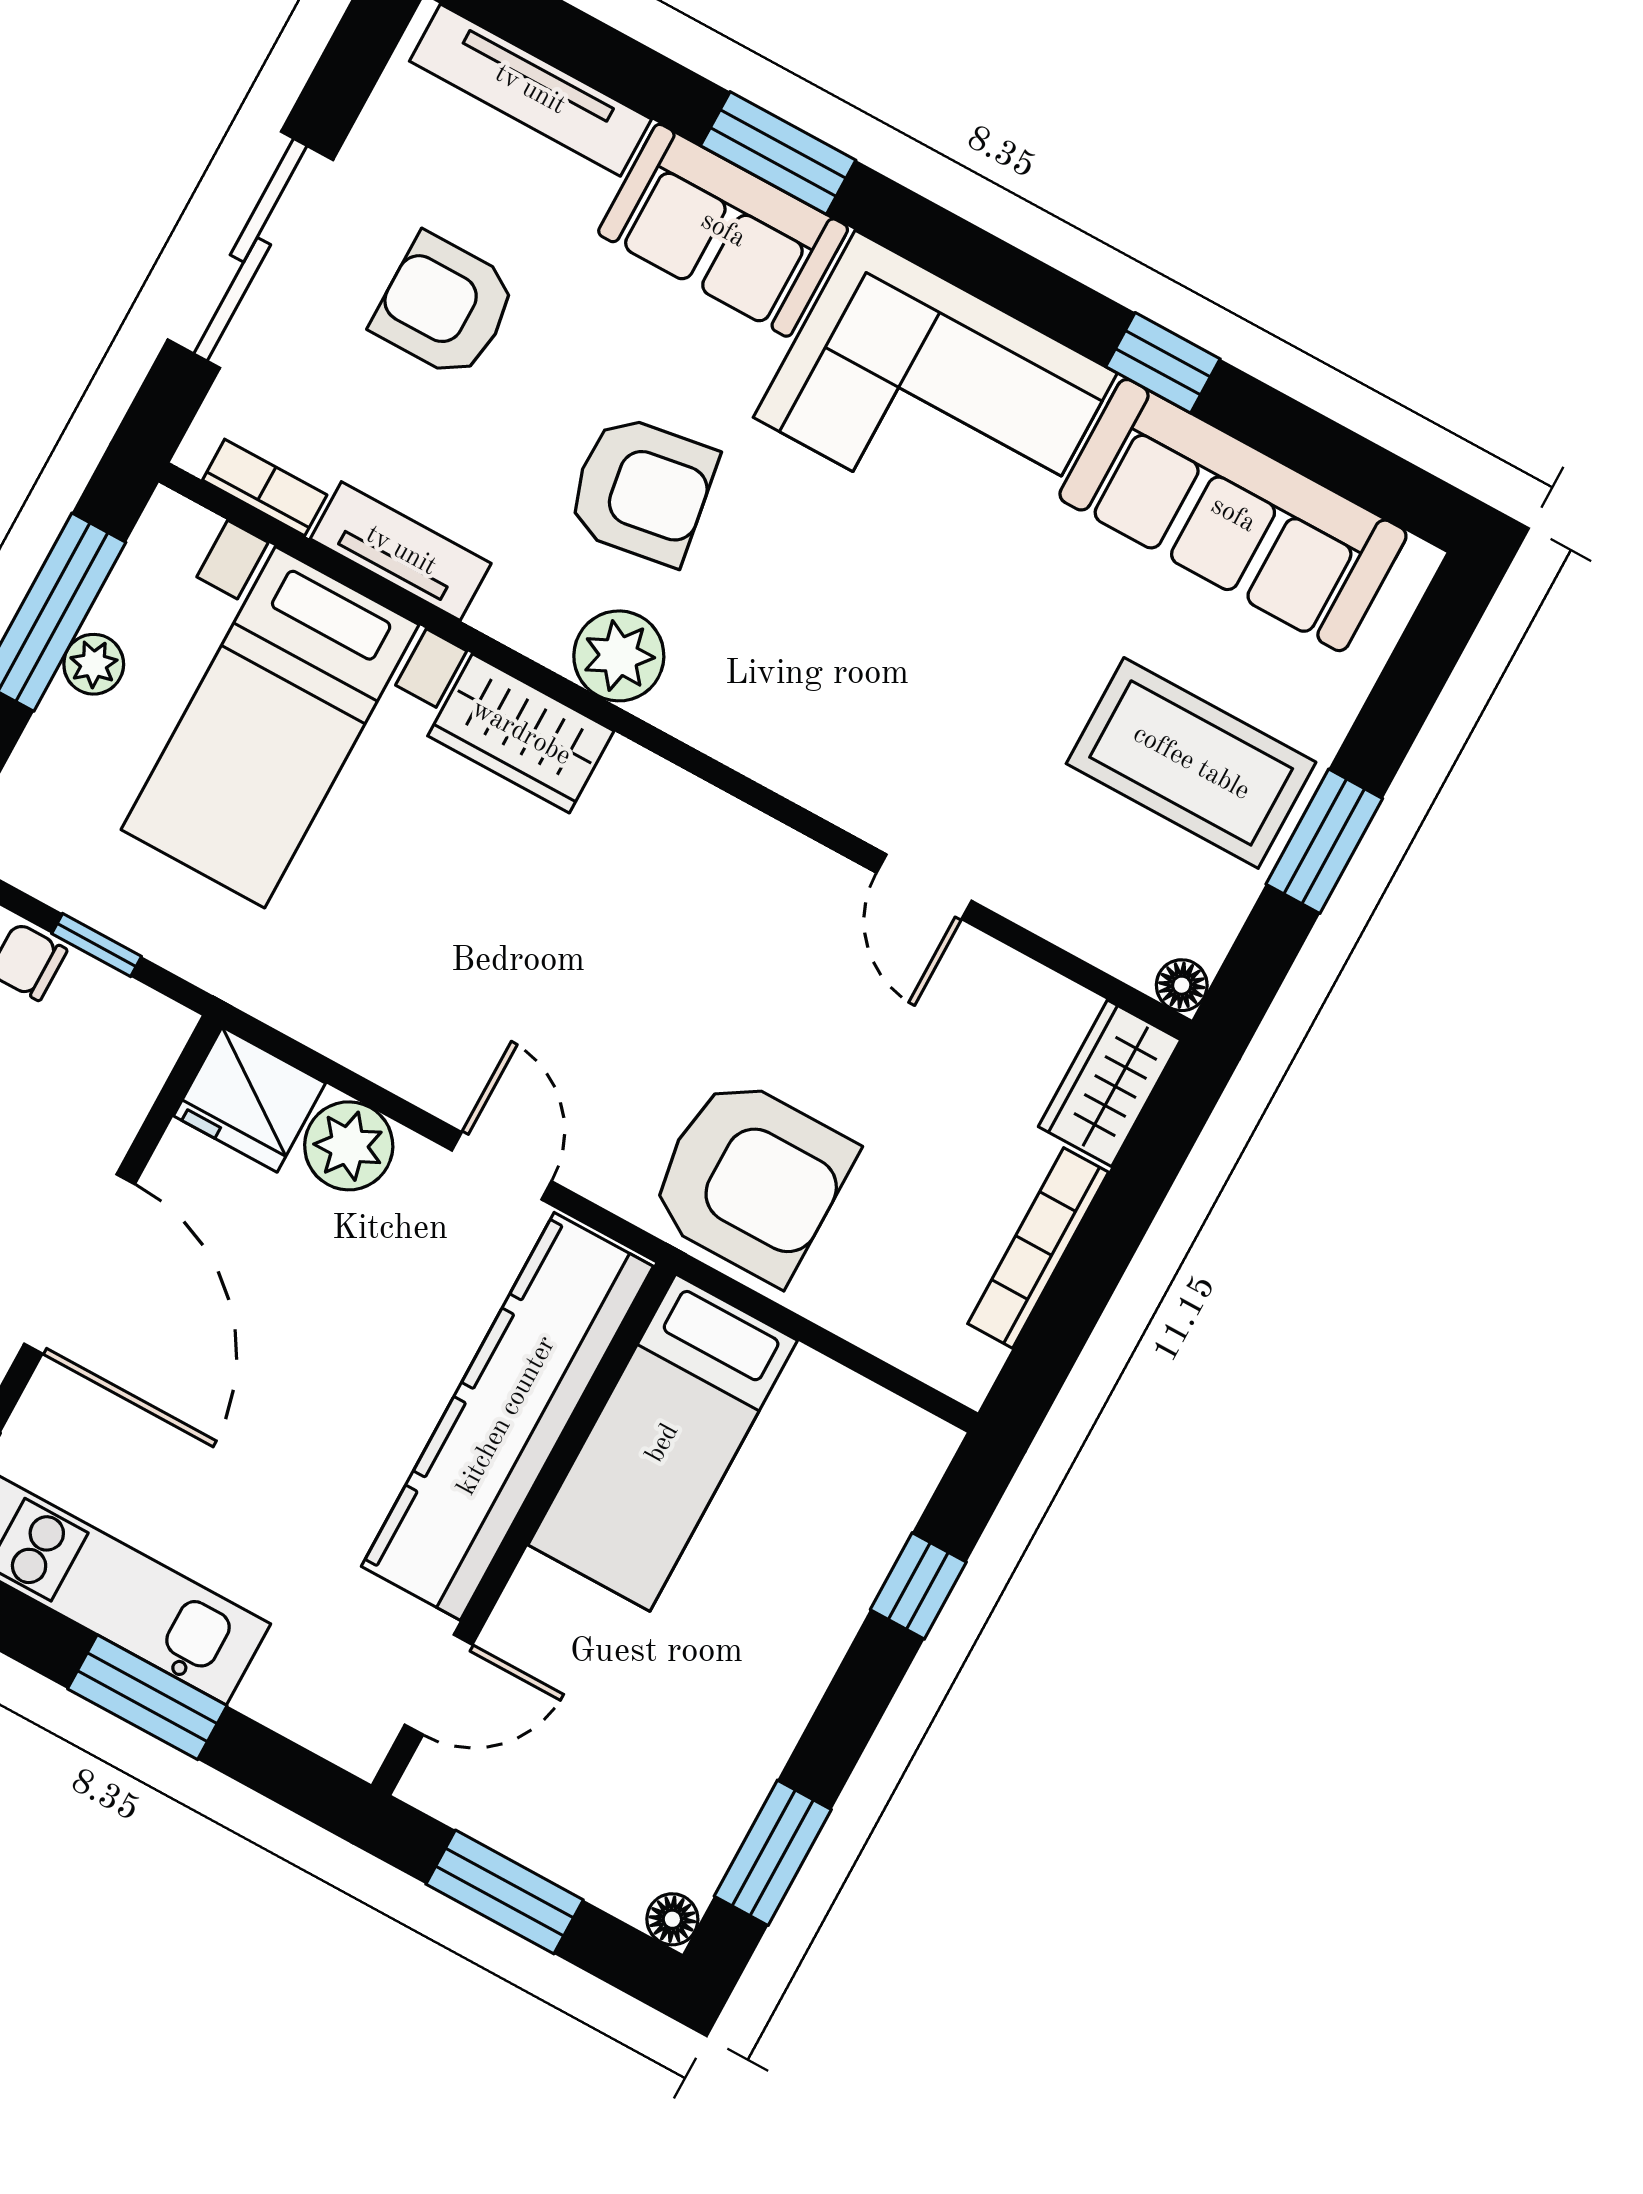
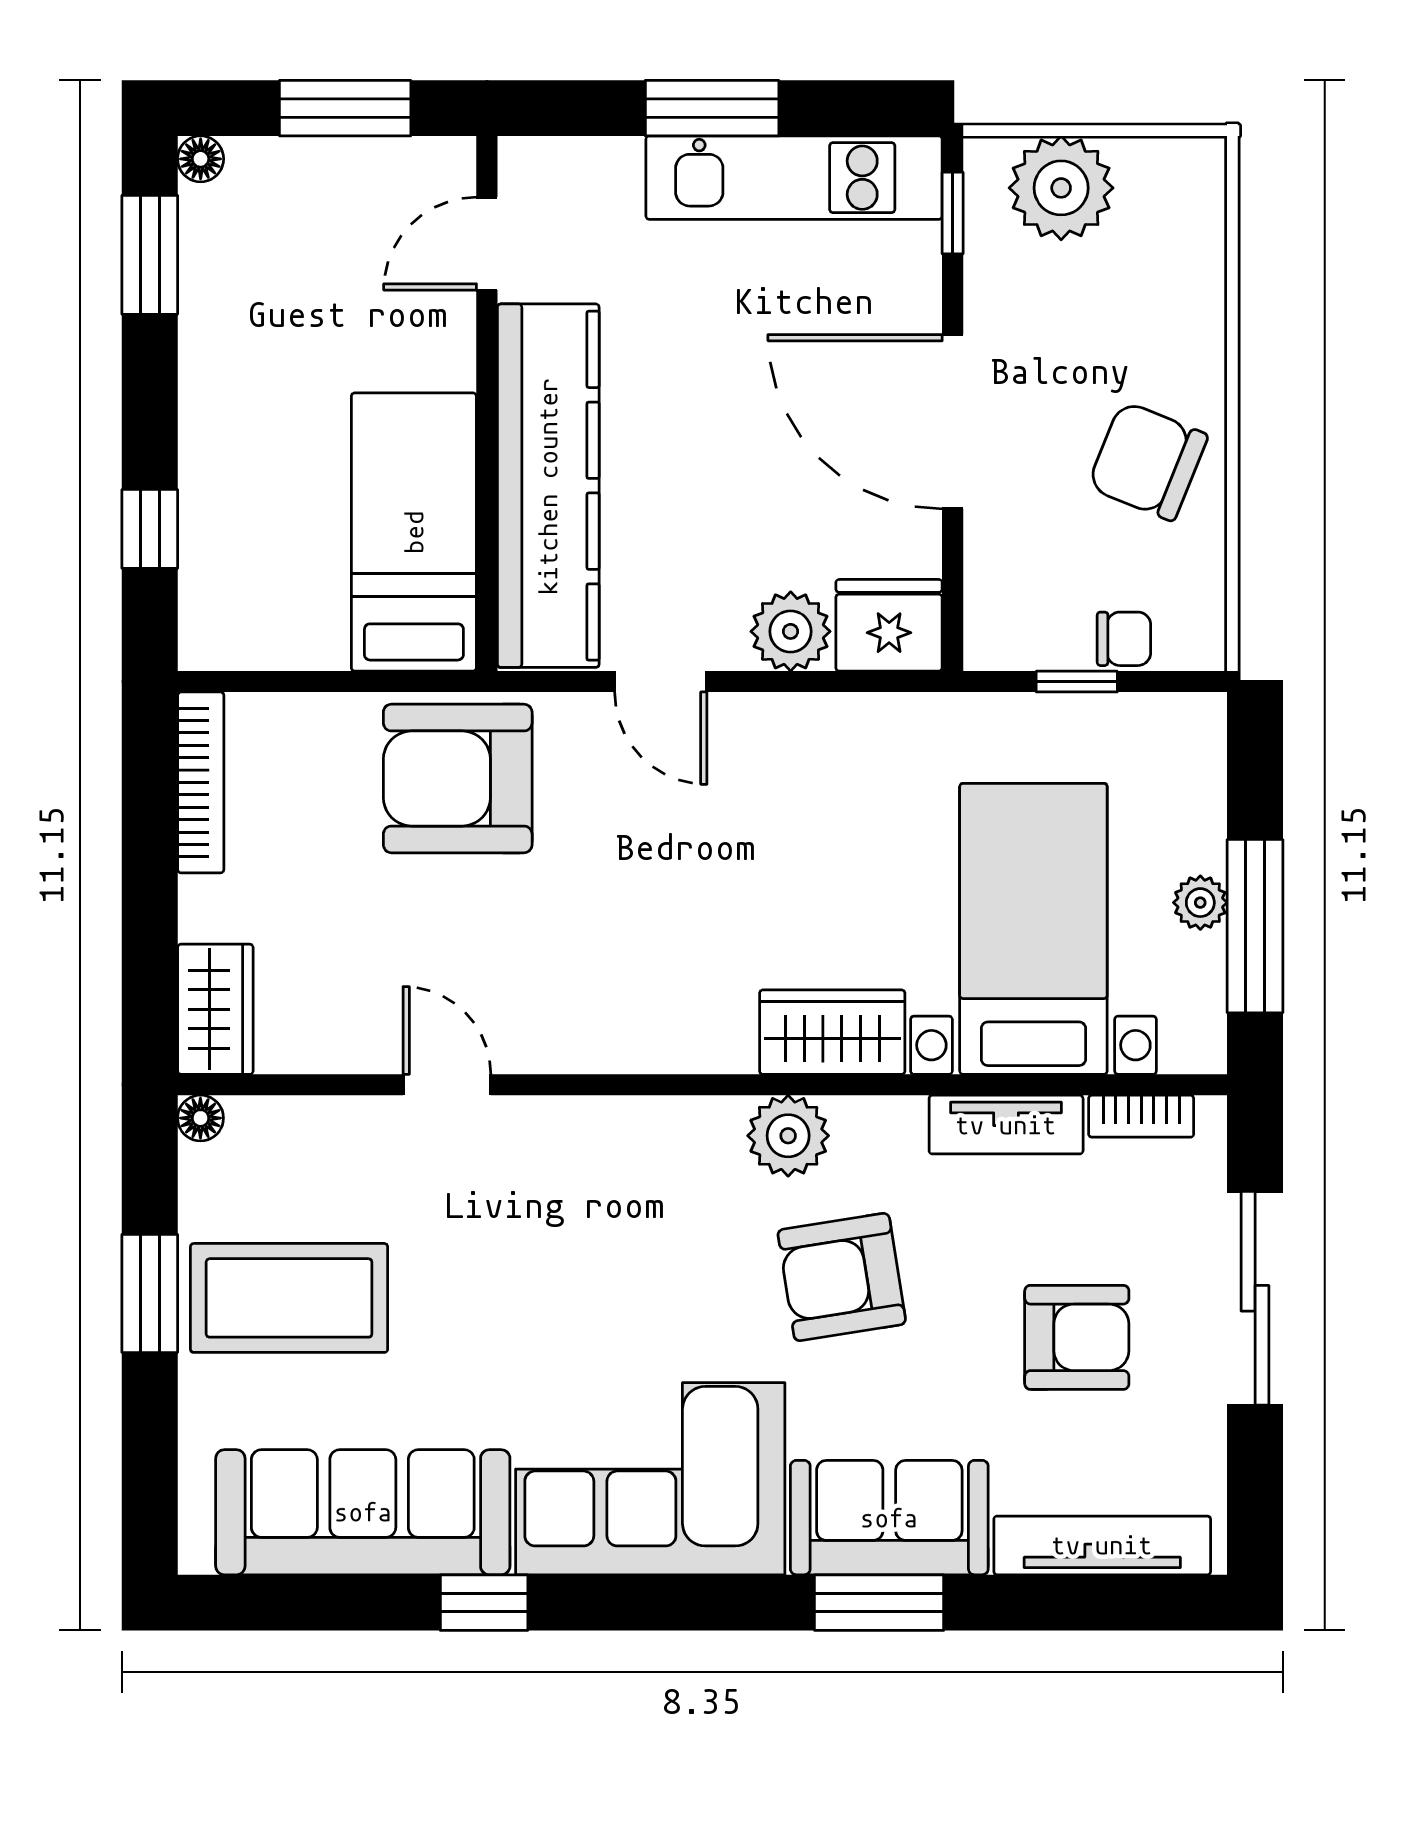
bookcase: (1038, 1248) -> (201, 782), moved

